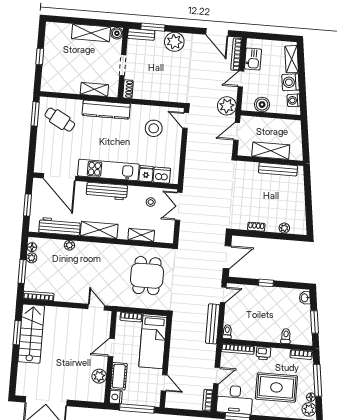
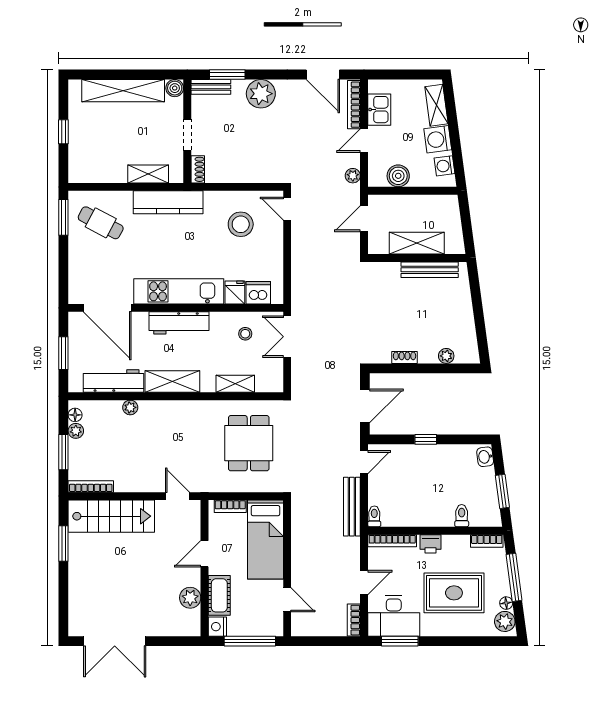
shelving: (91, 33) -> (123, 91), width x1.47
plant: (227, 106) -> (353, 176), width x0.53, depth x0.53
stairs: (31, 334) -> (111, 516), moved, turned 90

